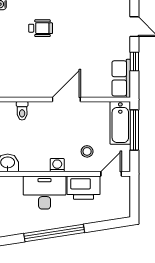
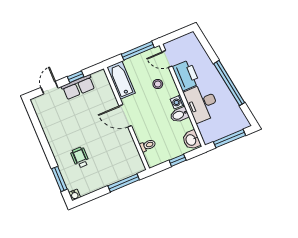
row of seats: (121, 78) -> (78, 87), moved
bathtub: (120, 123) -> (121, 80), moved, turned -90
window: (134, 130) -> (138, 51), moved
bidet: (42, 161) -> (179, 115), added

